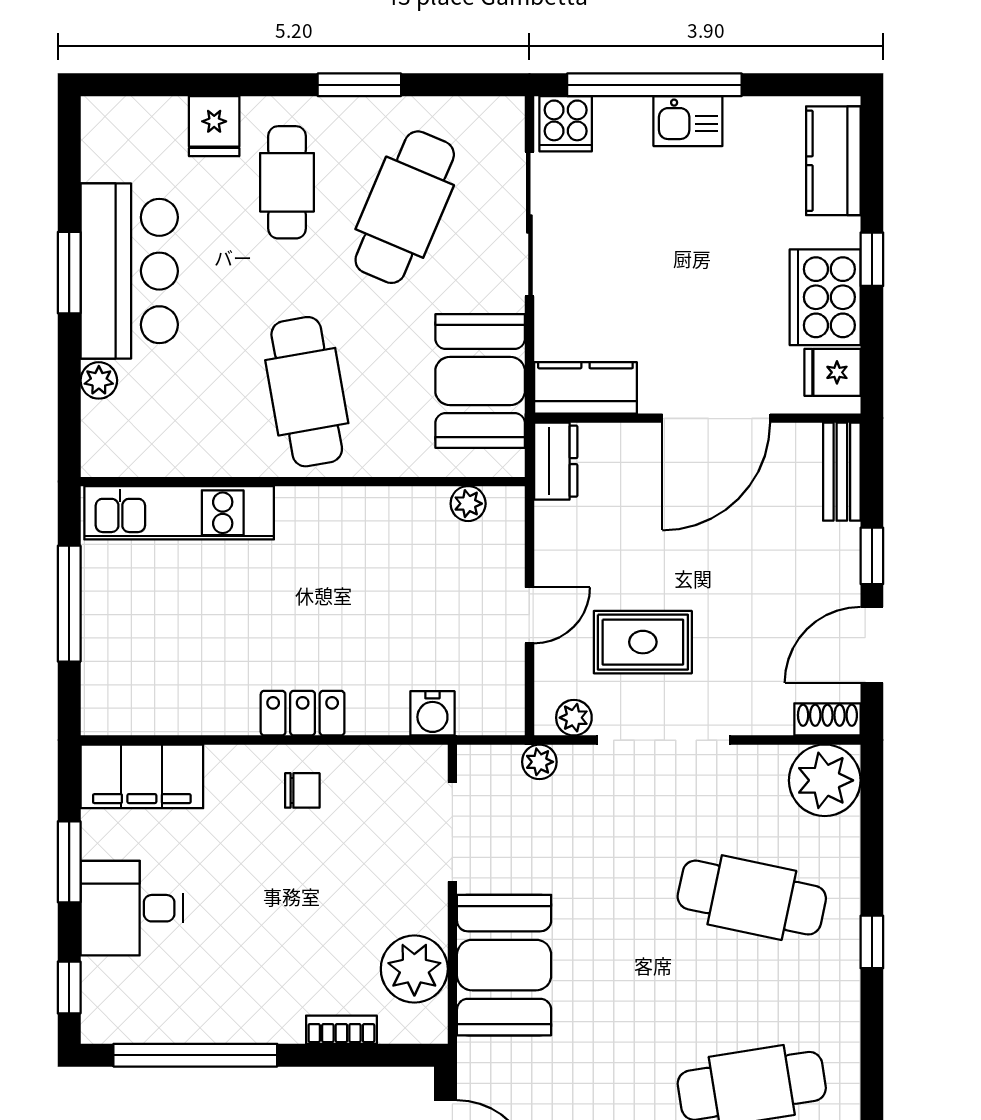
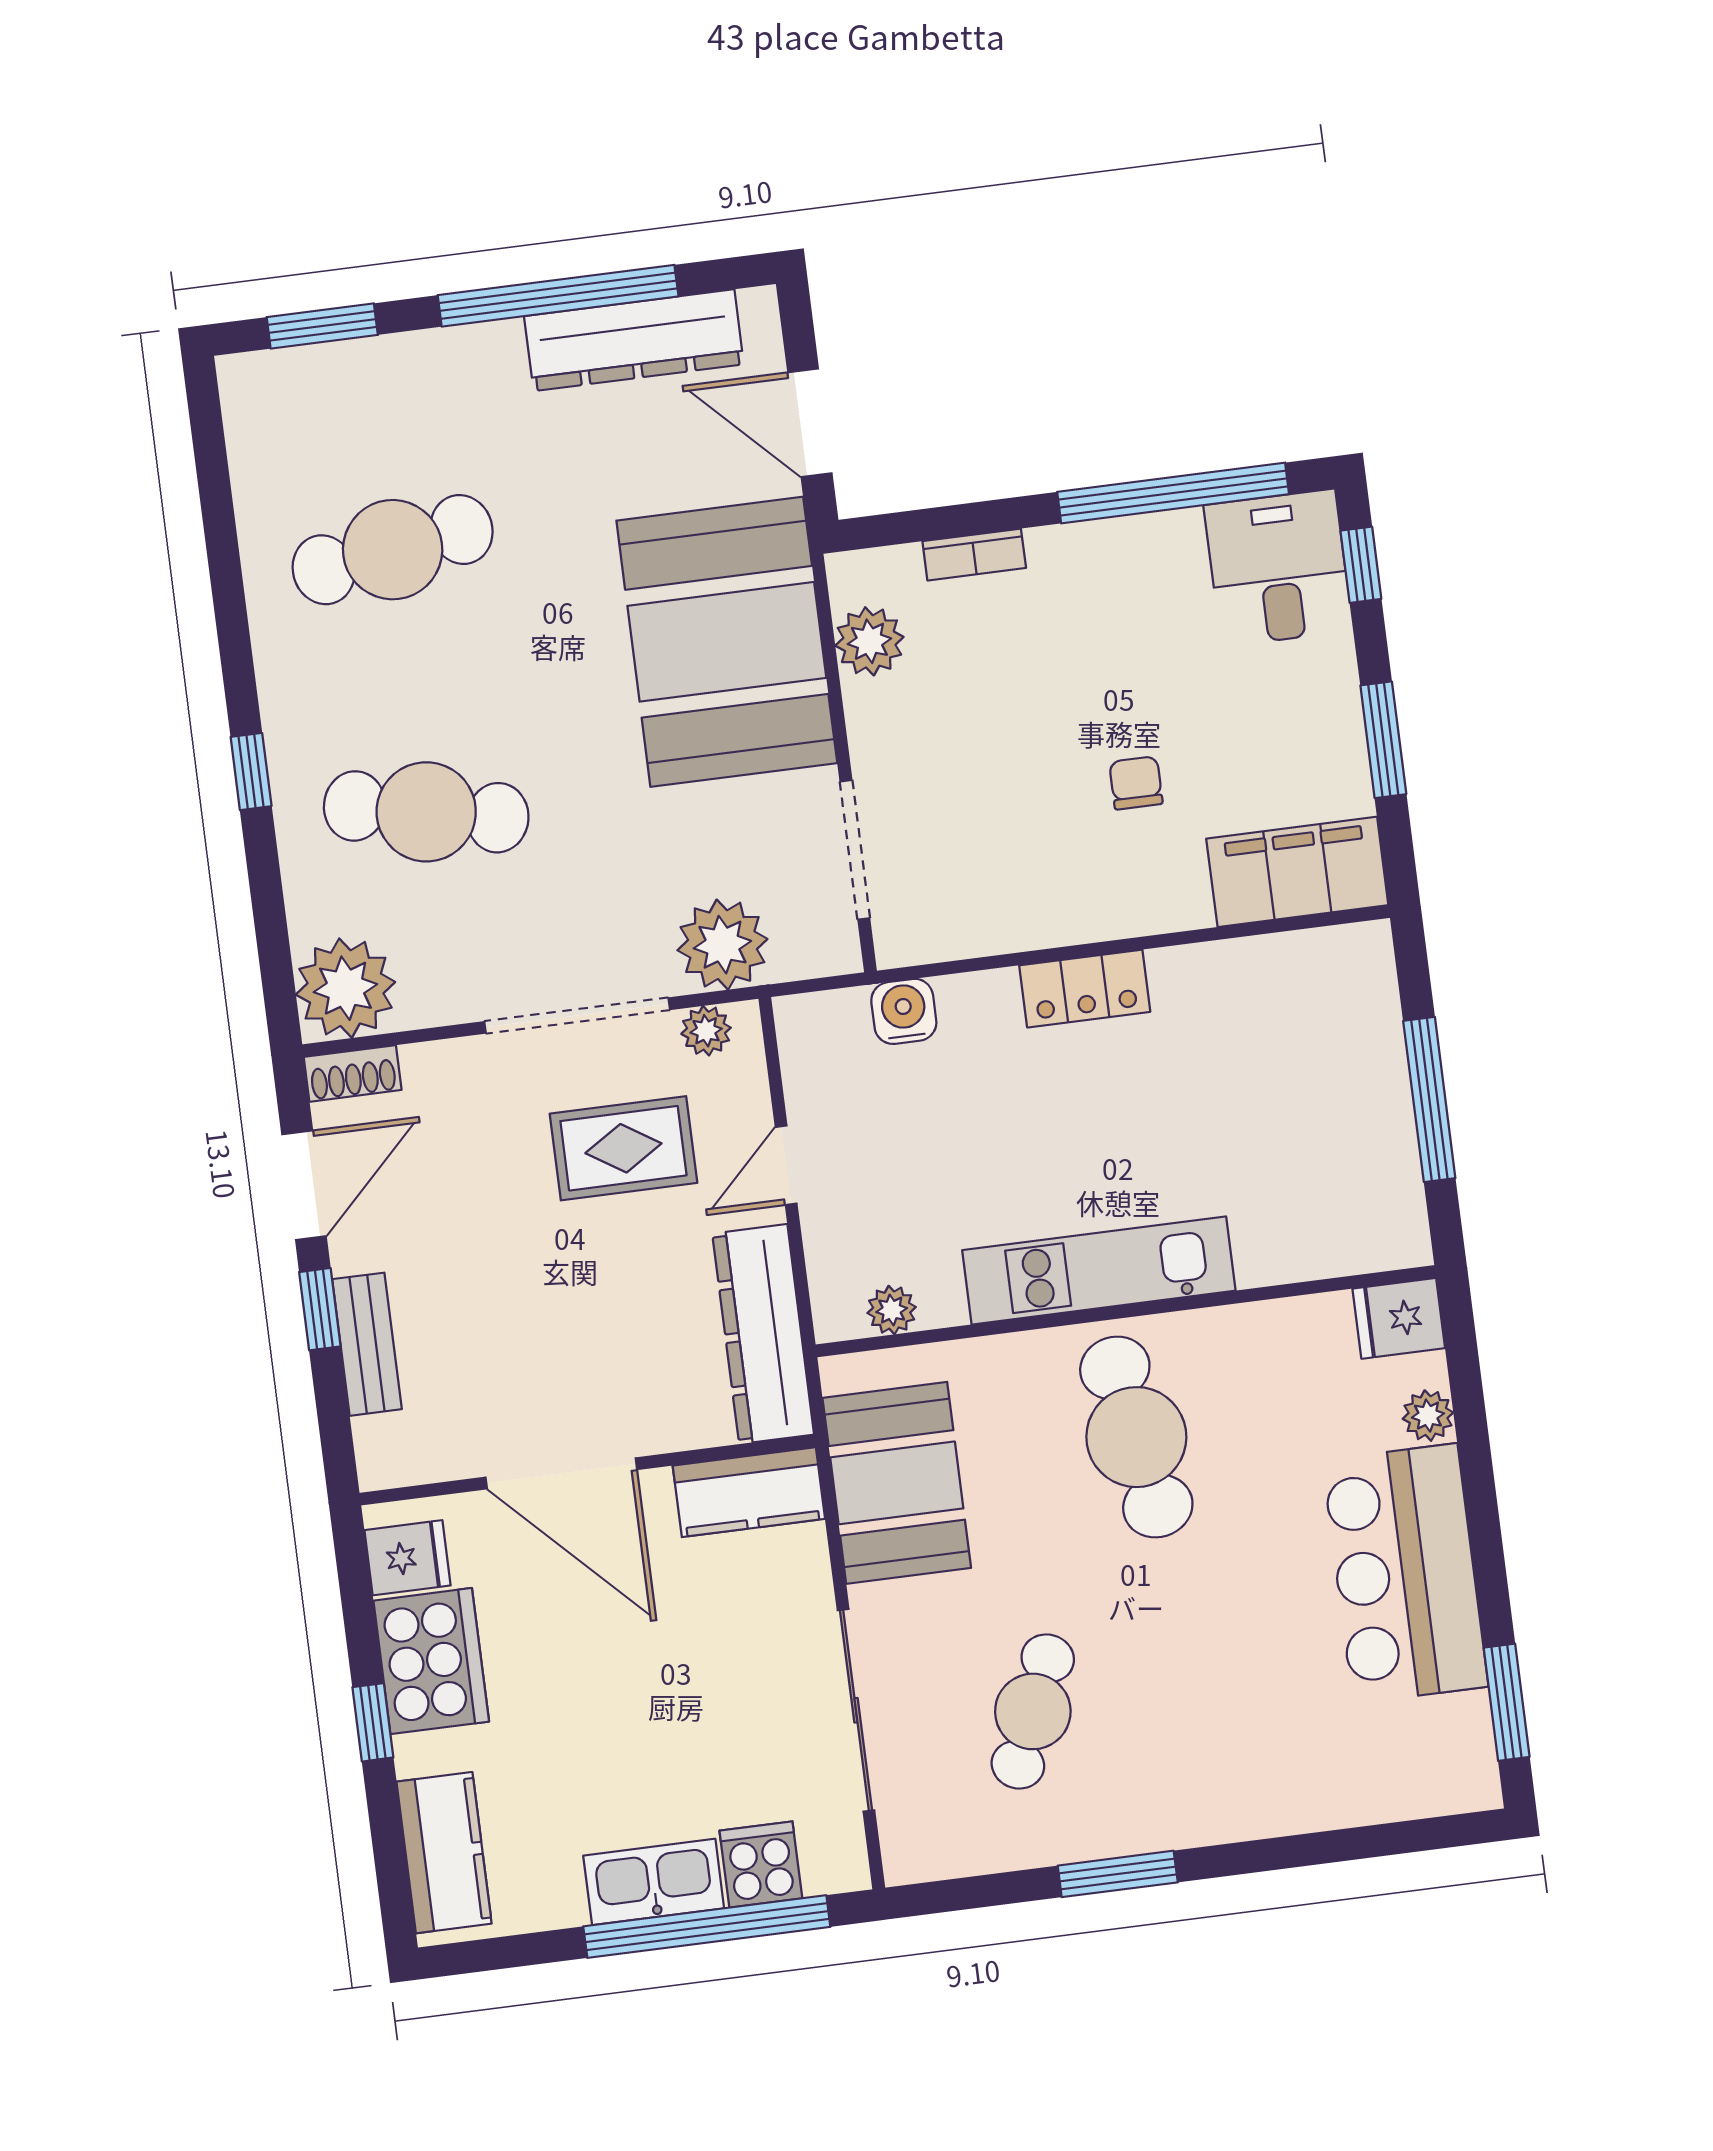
kitchen sink: (688, 121) -> (654, 1882), width x1.38
cooker: (566, 124) -> (761, 1864), moved
fridge: (214, 126) -> (1399, 1318), moved, turned -90
cafe table: (287, 182) -> (1201, 1725), removed
cafe table: (405, 207) -> (1033, 1711), width x0.73, depth x0.74
window: (69, 273) -> (1507, 1702), moved
door: (716, 418) -> (561, 1473), swing flipped
dresser: (556, 461) -> (763, 1334), width x1.96, depth x1.24
bench: (842, 472) -> (367, 1344), moved
kitchen unit: (179, 513) -> (1099, 1270), moved
plant: (539, 762) -> (722, 945), width x1.88, depth x1.88
chair: (302, 790) -> (1136, 783), moved, turned 90
desk: (132, 908) -> (1278, 568), moved, turned -90
booth: (504, 965) -> (727, 642), width x1.36, depth x1.42
plant: (414, 969) -> (869, 641), width x0.73, depth x0.73

